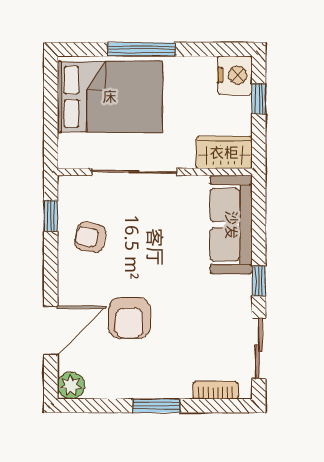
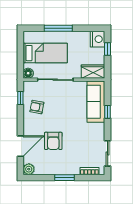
bed: (110, 97) -> (45, 53), width x0.67
floor lamp: (69, 157) -> (28, 73), added
window: (259, 281) -> (108, 112), moved

